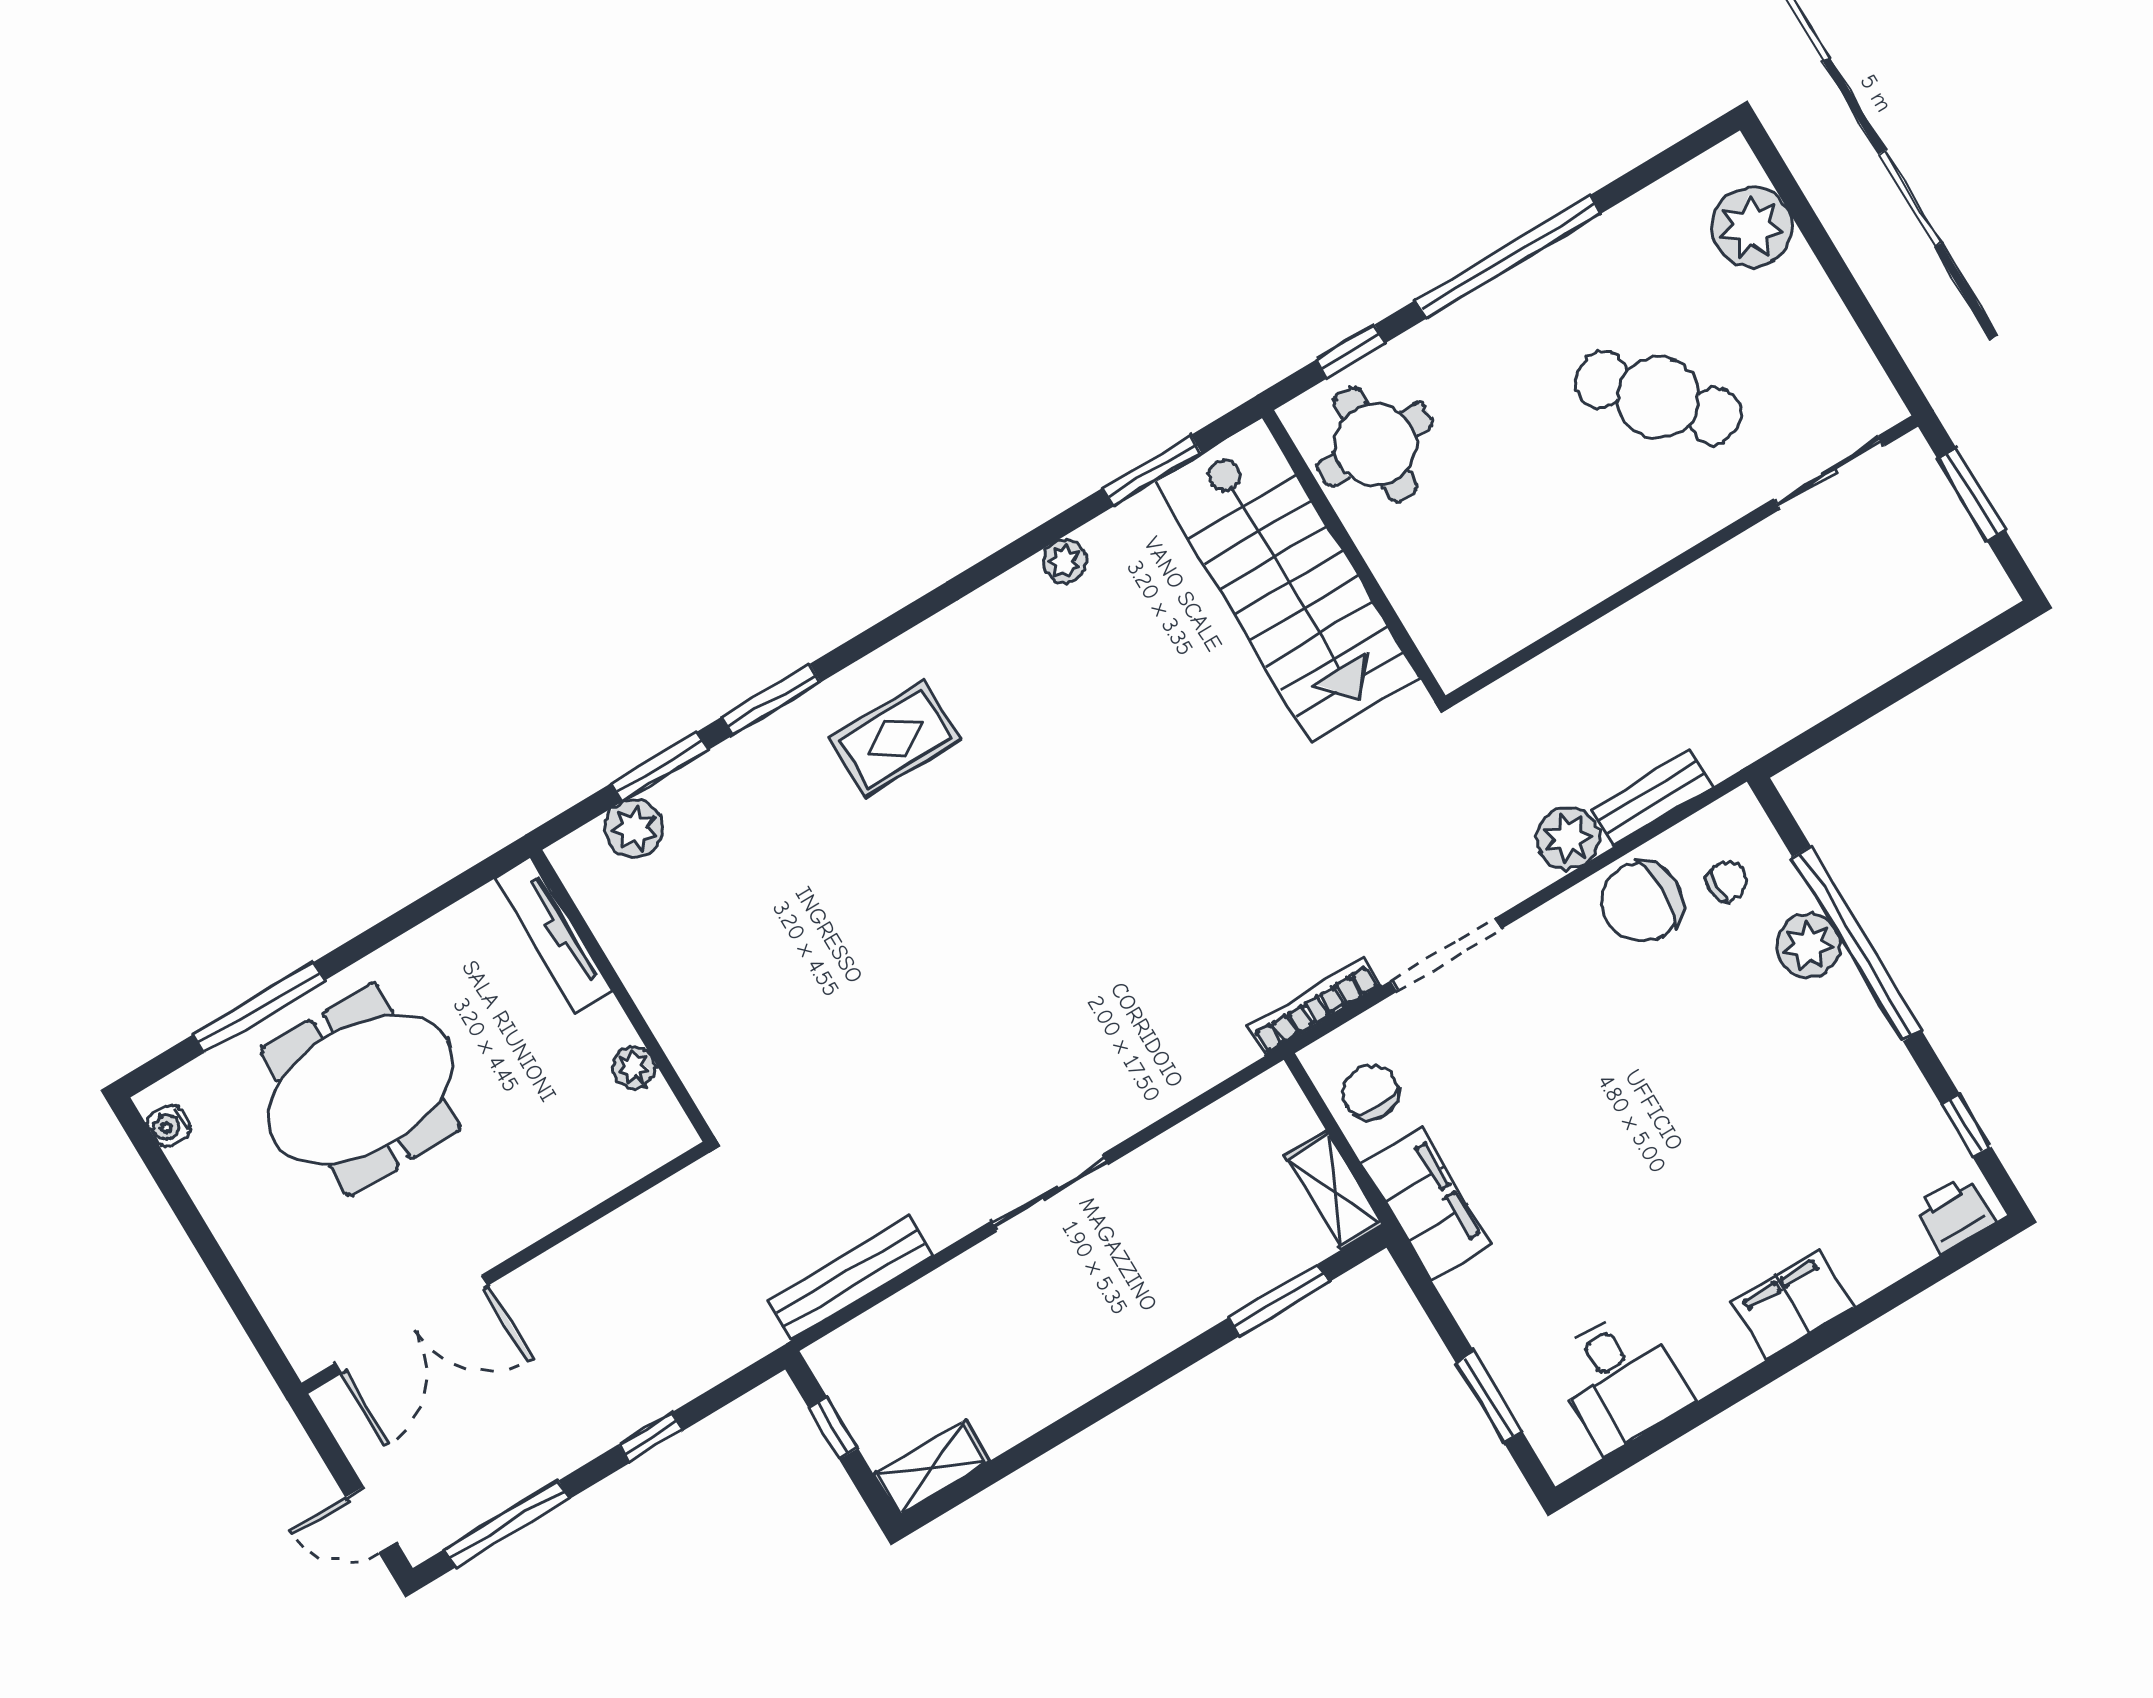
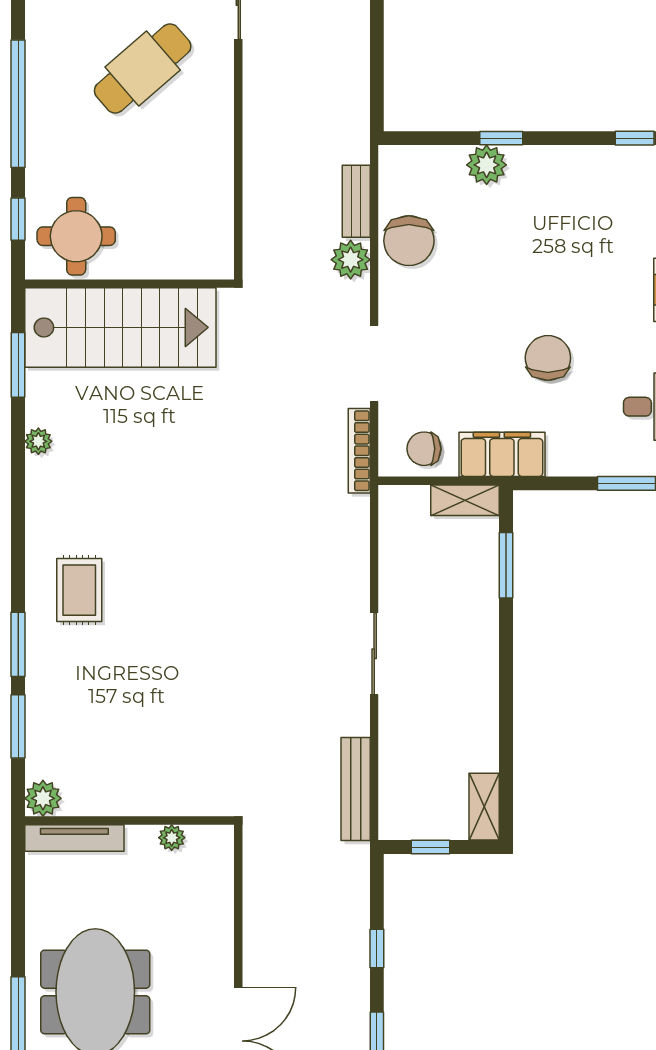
plant: (634, 828) -> (43, 798), moved
chair: (1727, 881) -> (548, 358), moved, width x1.87, depth x1.87
window: (1857, 944) -> (501, 138), width x0.32

